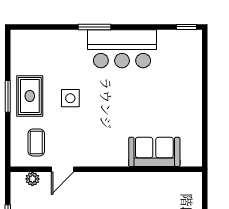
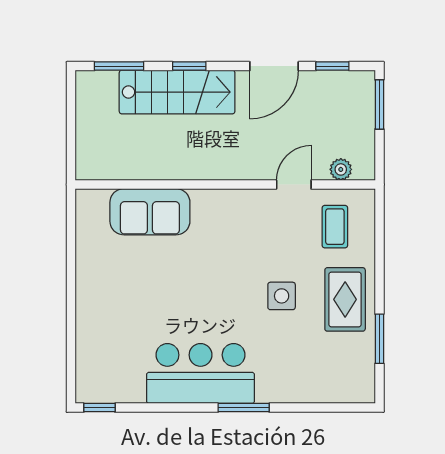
window: (8, 96) -> (379, 339), moved

